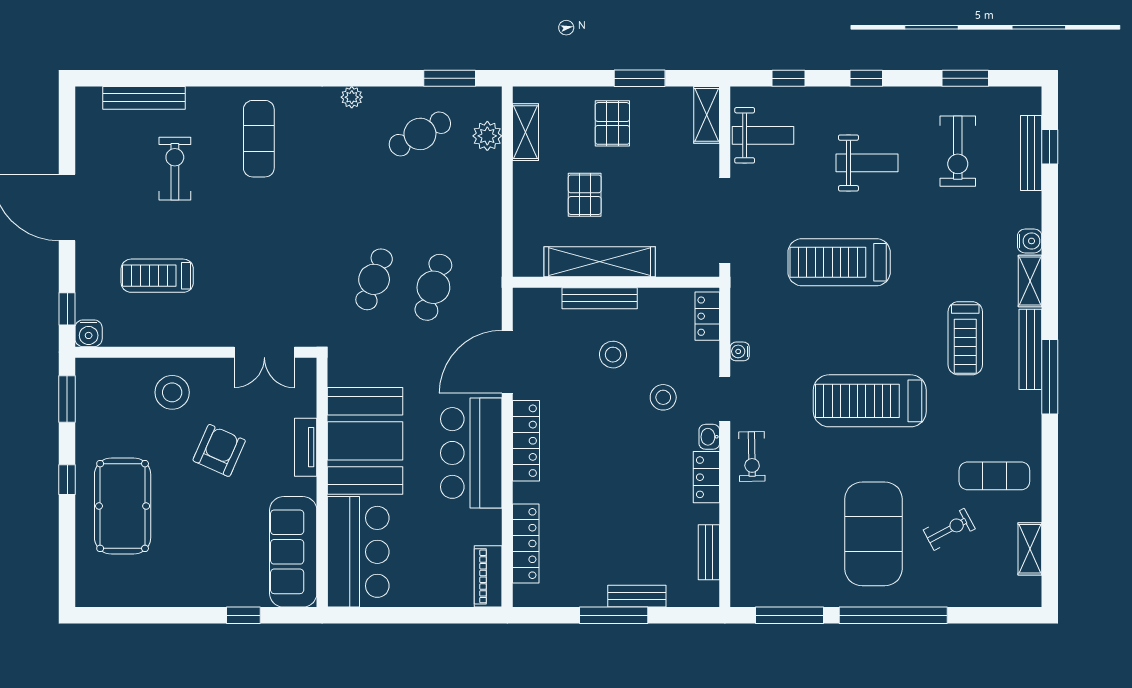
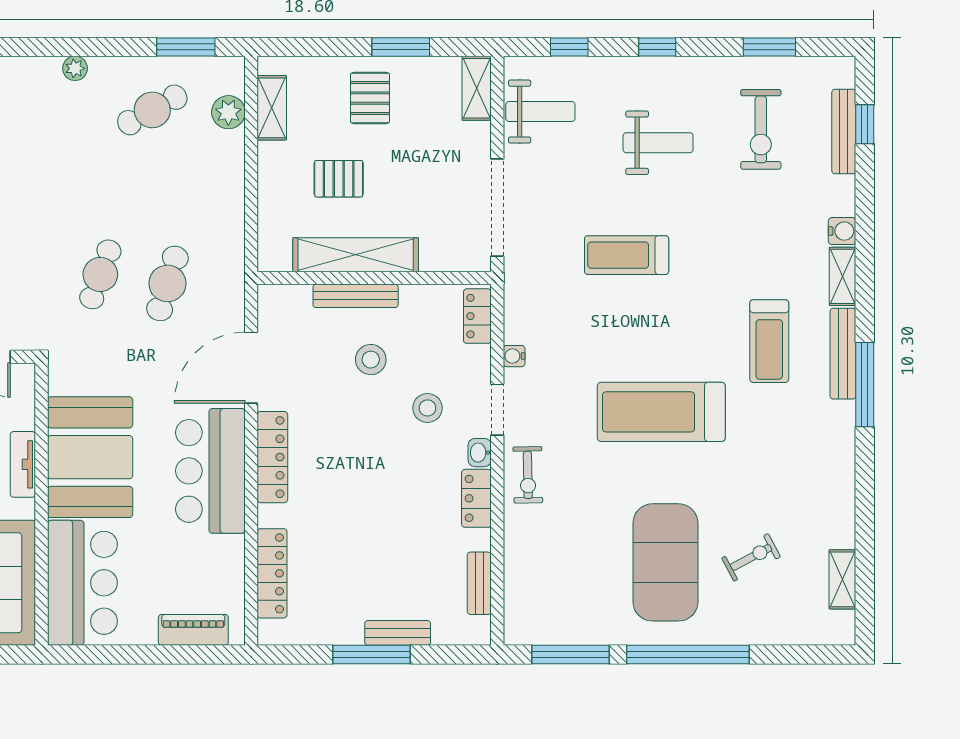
pallet: (585, 195) -> (339, 179), turned 90
treadmill: (839, 262) -> (627, 255), width x0.73, depth x0.73
exercise mat: (994, 476) -> (802, 497), removed
piano: (488, 576) -> (193, 630), moved, turned 90

